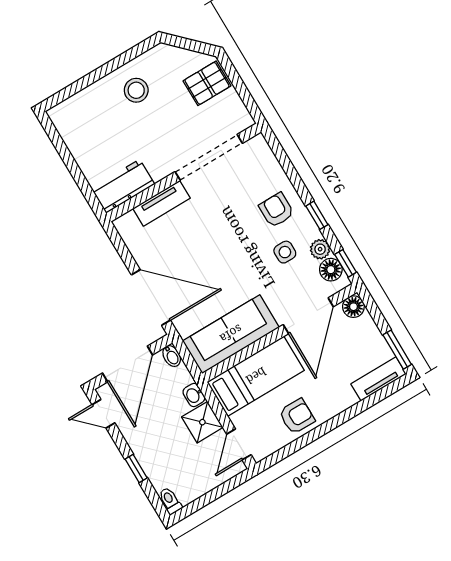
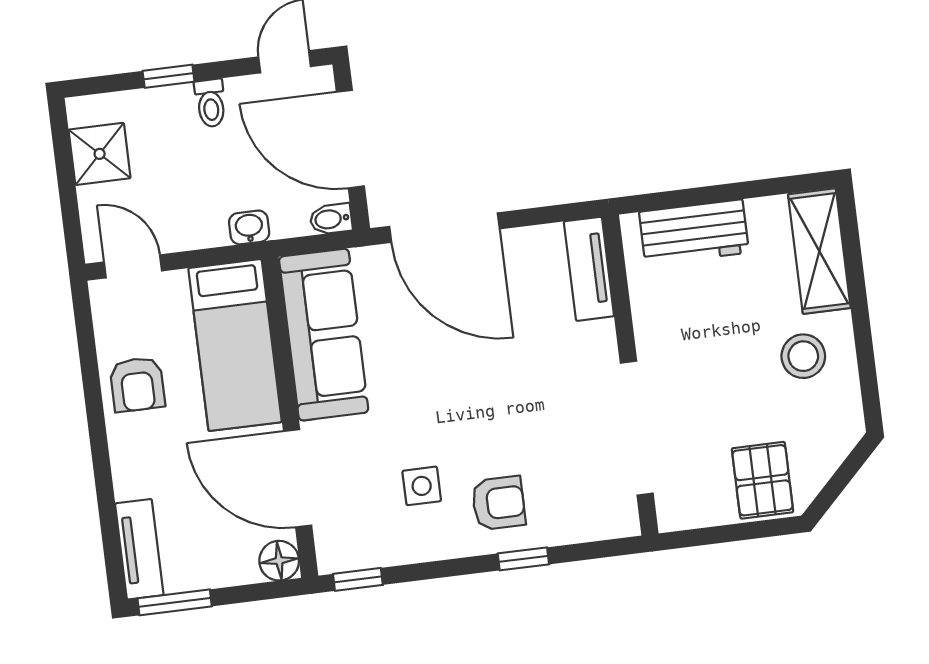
shelving: (80, 105) -> (819, 251), added
workbench: (123, 186) -> (694, 232), moved, turned 90
tv unit: (162, 203) -> (589, 269), moved
window: (317, 215) -> (523, 559), moved
plant: (320, 249) -> (400, 547), removed
floor lamp: (331, 270) -> (358, 550), removed
door: (151, 298) -> (444, 228), hinge flipped
shower: (202, 422) -> (100, 154), moved
toilet: (170, 501) -> (210, 103), moved, turned 90

